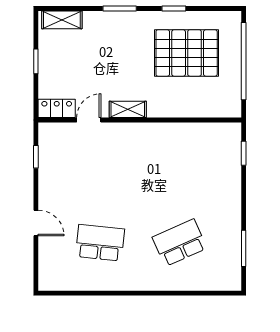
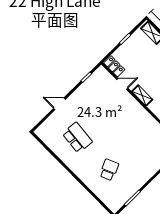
door: (36, 223) -> (59, 104), swing flipped
school desk: (180, 243) -> (109, 170), width x0.54

